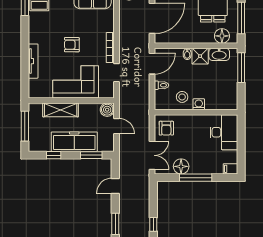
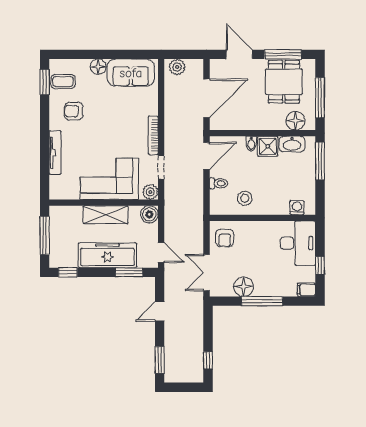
armchair: (72, 45) -> (74, 111), moved
plant: (108, 92) -> (150, 192), added
washing machine: (199, 104) -> (297, 208), moved
shelving: (61, 110) -> (106, 215), moved
door: (116, 126) -> (161, 252), moved
window: (241, 150) -> (320, 265), added
window: (54, 155) -> (68, 272), moved
double door: (152, 155) -> (207, 273), swing flipped

